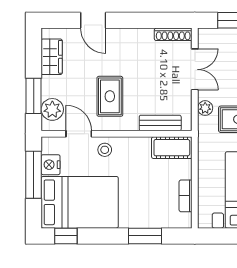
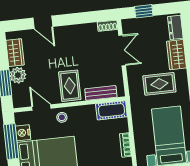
shoe rack: (173, 34) -> (108, 26), width x0.70
rug: (110, 96) -> (70, 86), moved
plant: (205, 108) -> (133, 78), removed
plant: (52, 109) -> (18, 75), moved

